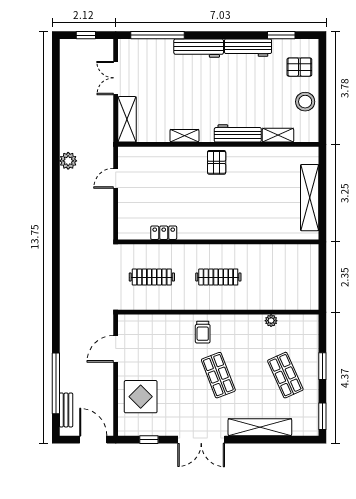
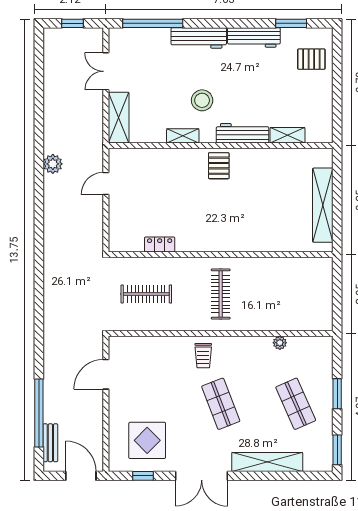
stool: (305, 102) -> (202, 100), moved
clothes rail: (218, 277) -> (221, 294), turned 90
display table: (141, 397) -> (147, 440), moved

